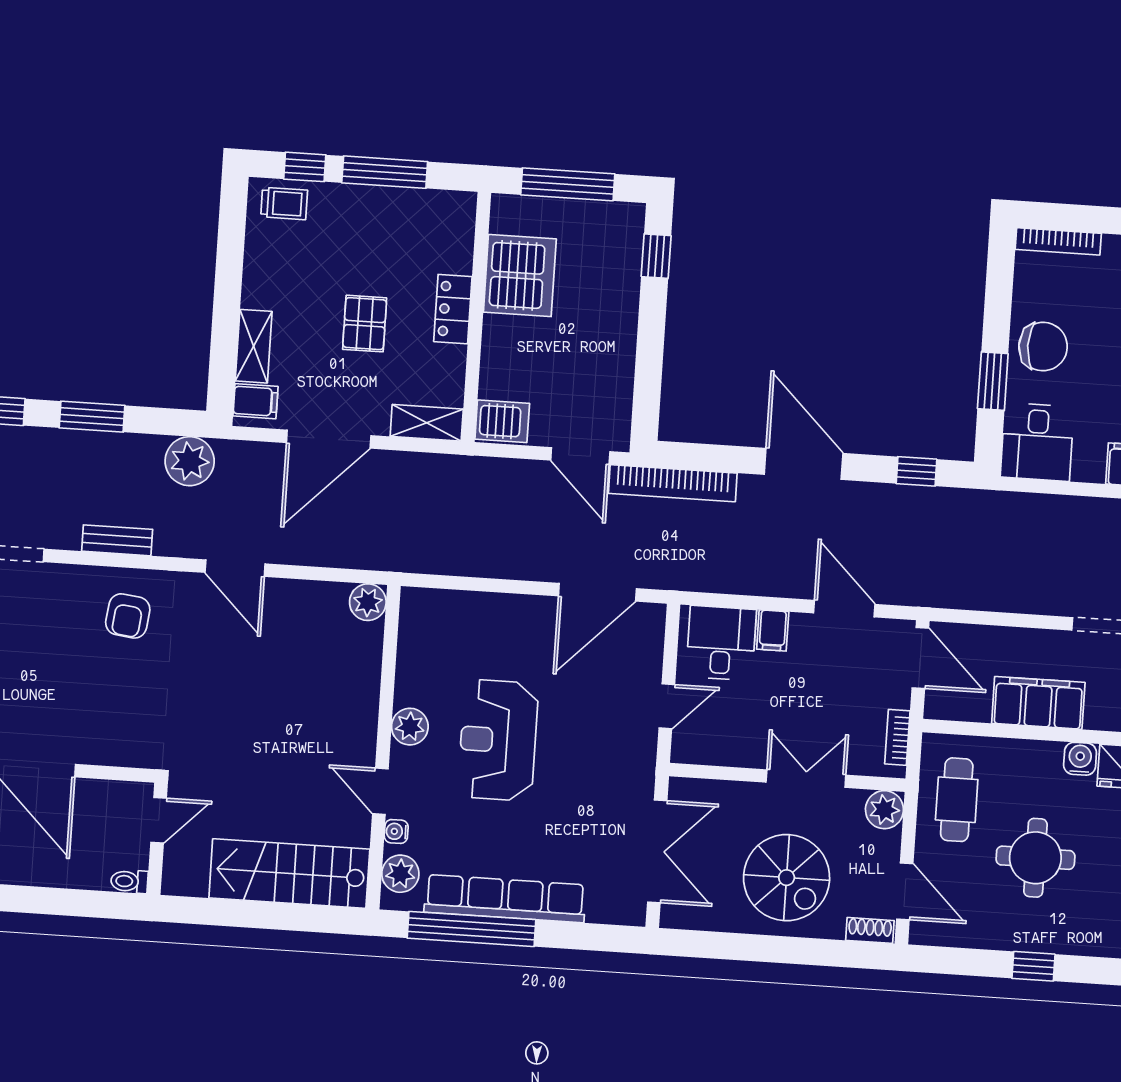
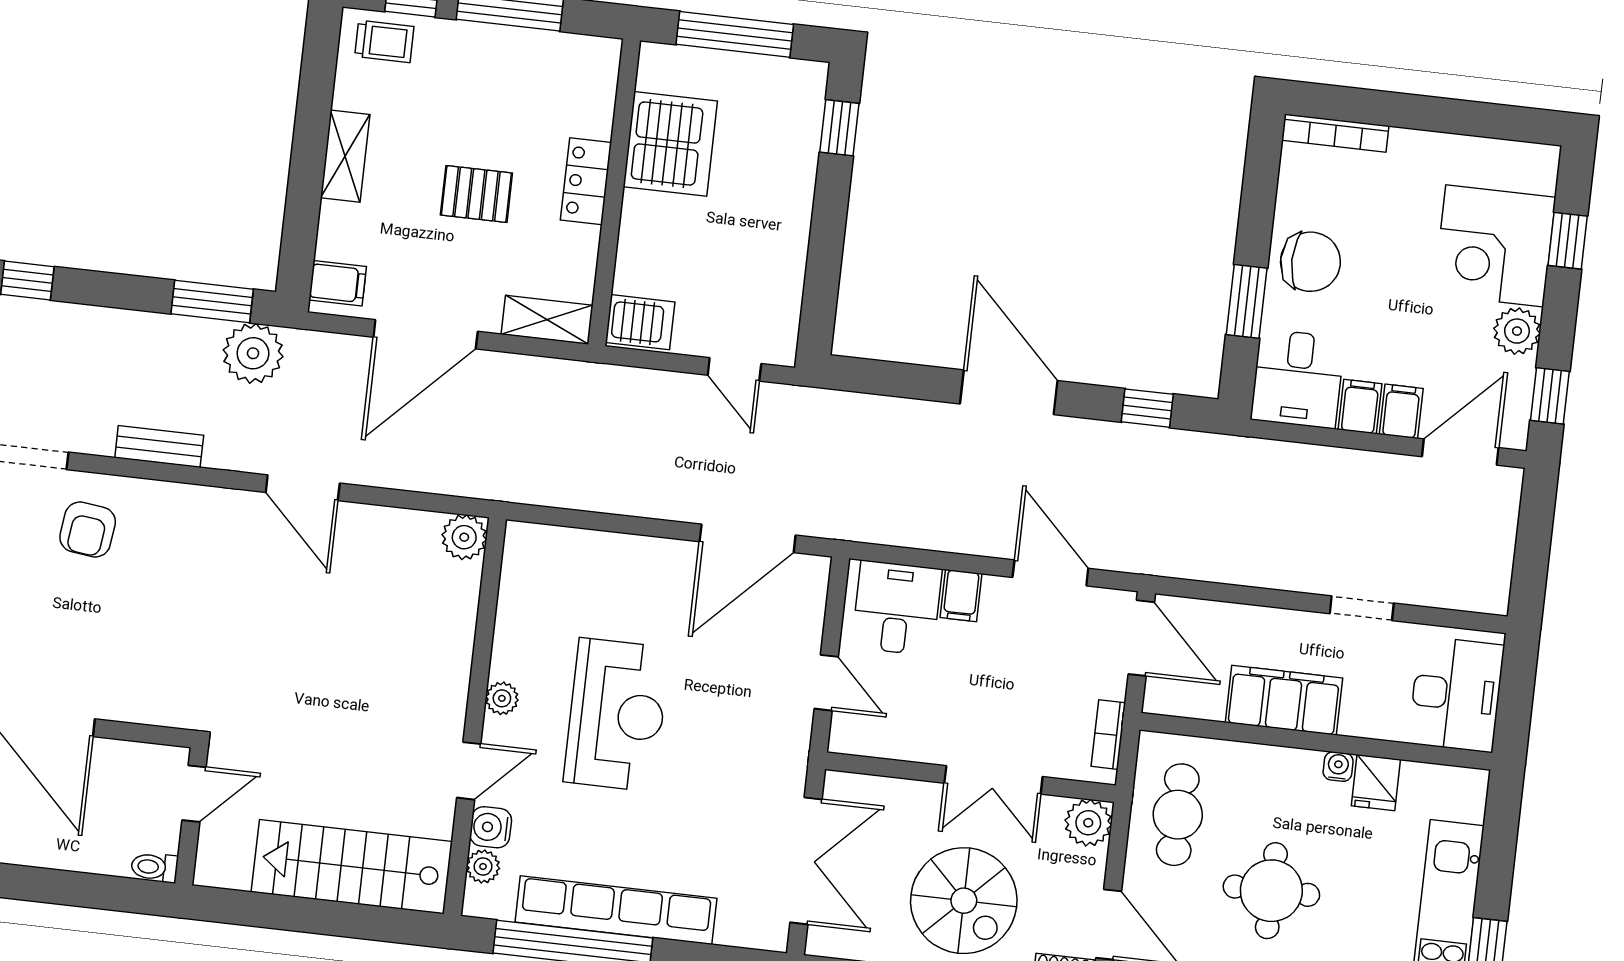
pallet: (365, 324) -> (476, 194), turned 90
shelving: (254, 346) -> (345, 156), moved
window: (92, 417) -> (212, 301), moved
door: (580, 456) -> (734, 369), width x0.73
filing cabinet: (1089, 462) -> (1360, 407), added
bookcase: (673, 483) -> (847, 408), removed
armchair: (128, 616) -> (88, 530), moved
door: (667, 706) -> (826, 683), hinge flipped
plant: (410, 727) -> (502, 698), width x0.73, depth x0.73
reception desk: (498, 740) -> (617, 715), turned 180
water cooler: (1080, 759) -> (1338, 767), width x0.72, depth x0.72
double door: (806, 779) -> (993, 780), swing flipped
door: (380, 791) -> (469, 771), swing flipped
water cooler: (396, 831) -> (491, 827), width x1.38, depth x1.38
plant: (400, 874) -> (483, 867), width x0.73, depth x0.73

